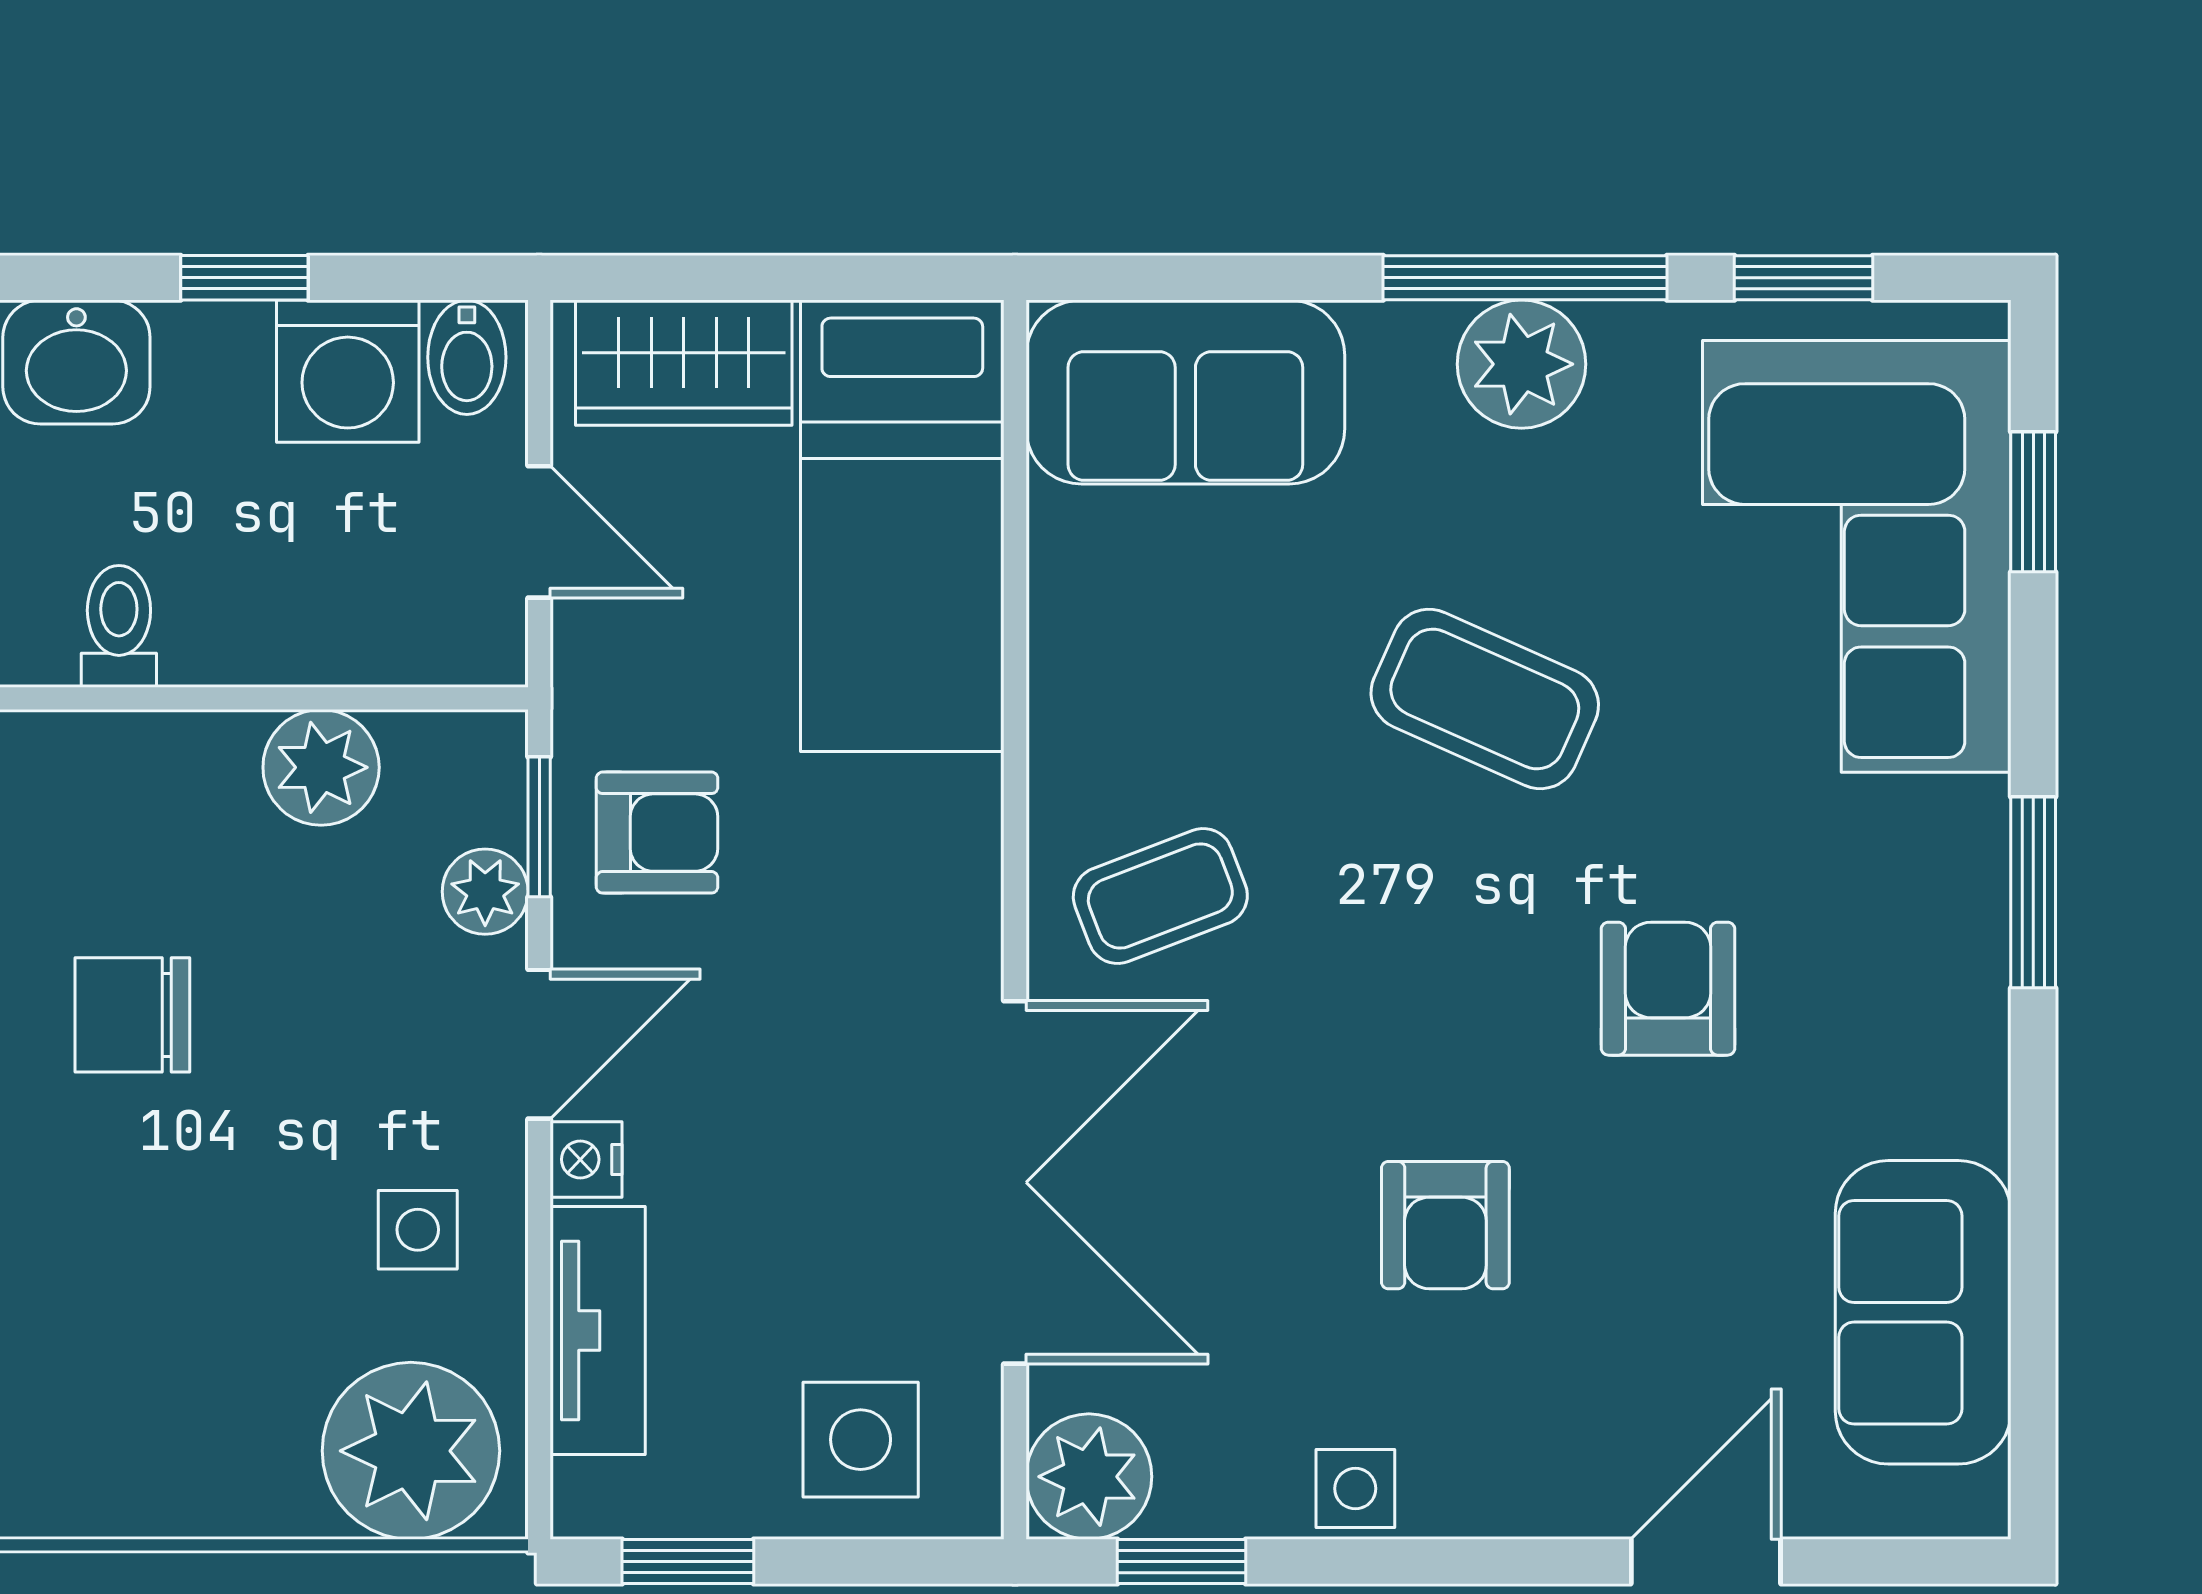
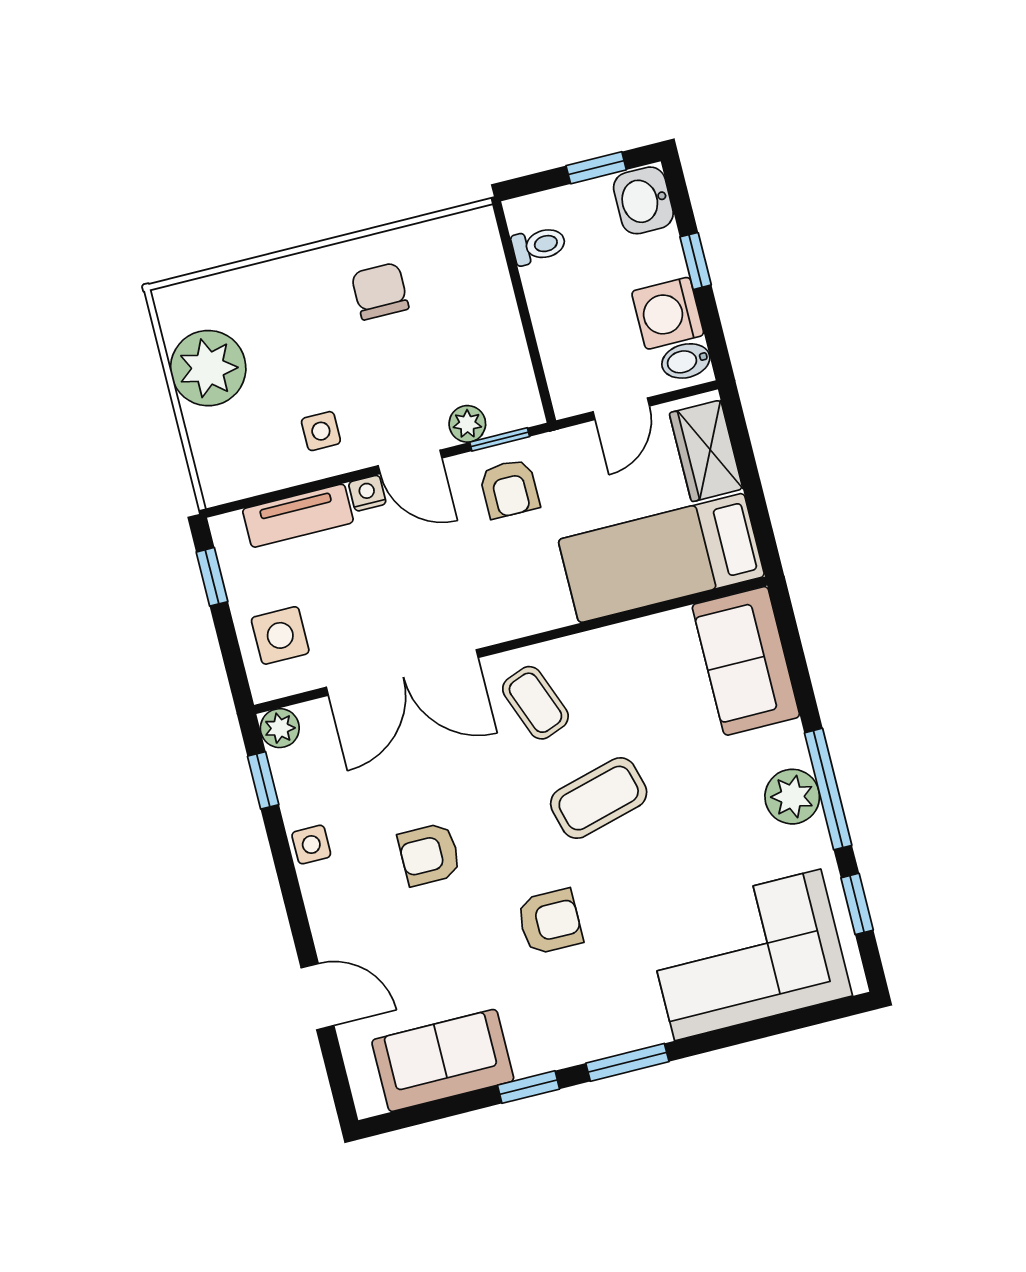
window: (2033, 502) -> (529, 1087), moved
coffee table: (1485, 699) -> (599, 798), moved, turned 51
plant: (321, 767) -> (502, 343), removed
plant: (411, 1451) -> (208, 368), moved
plant: (1089, 1477) -> (280, 728), width x0.73, depth x0.73

